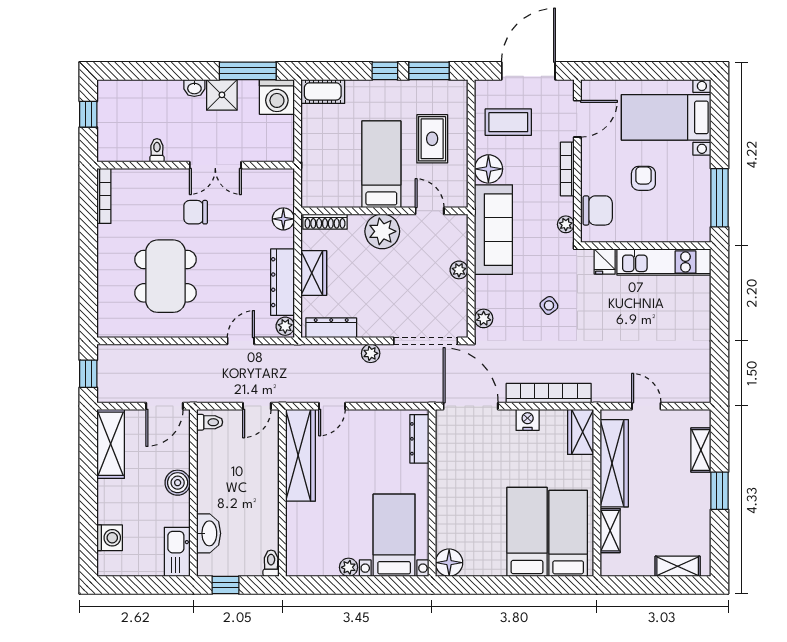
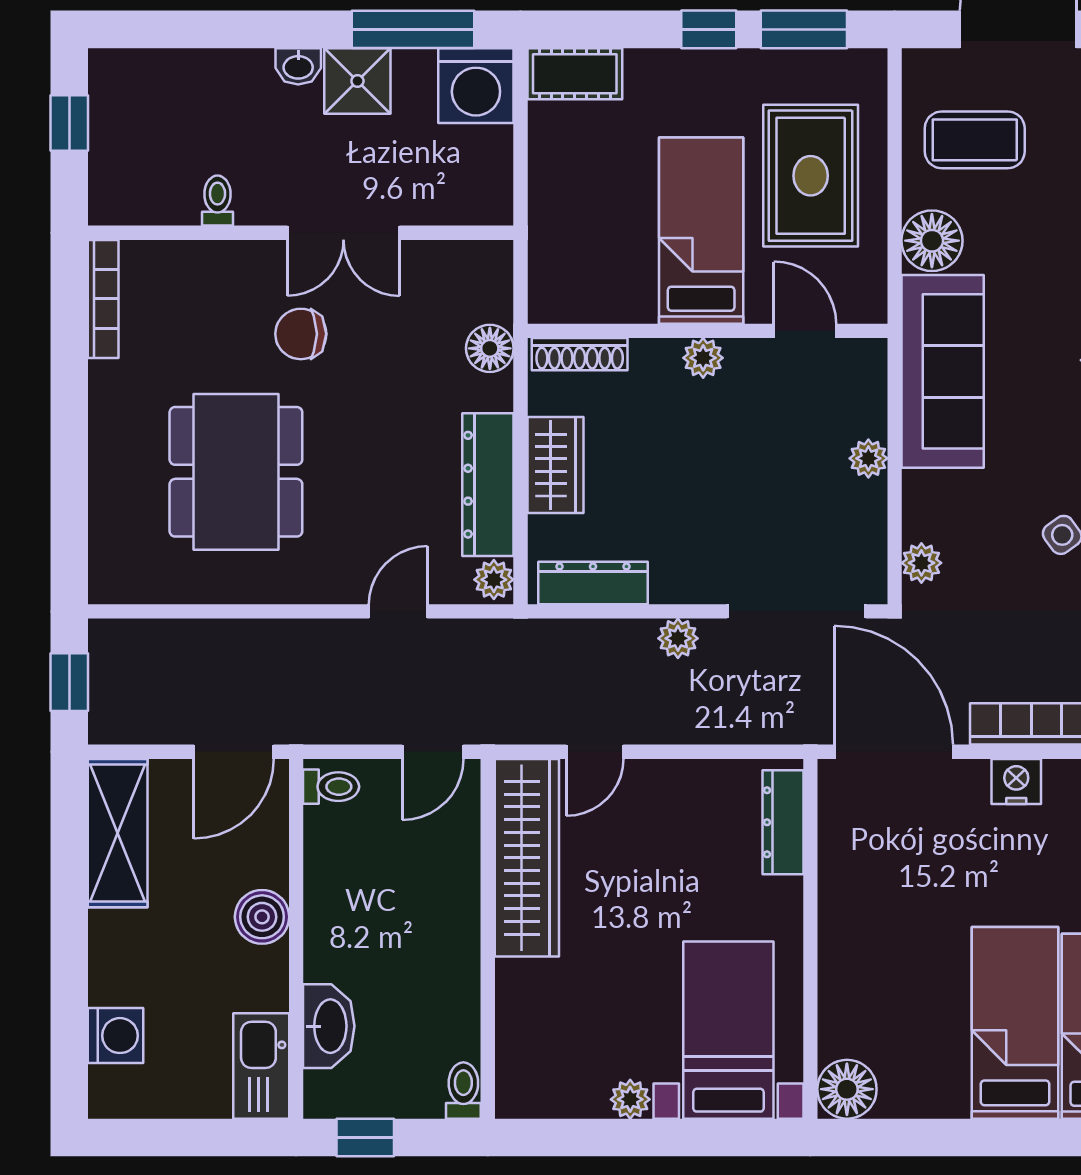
rug: (432, 139) -> (811, 176), width x1.36, depth x1.43
plant: (382, 231) -> (703, 358), width x0.53, depth x0.53

